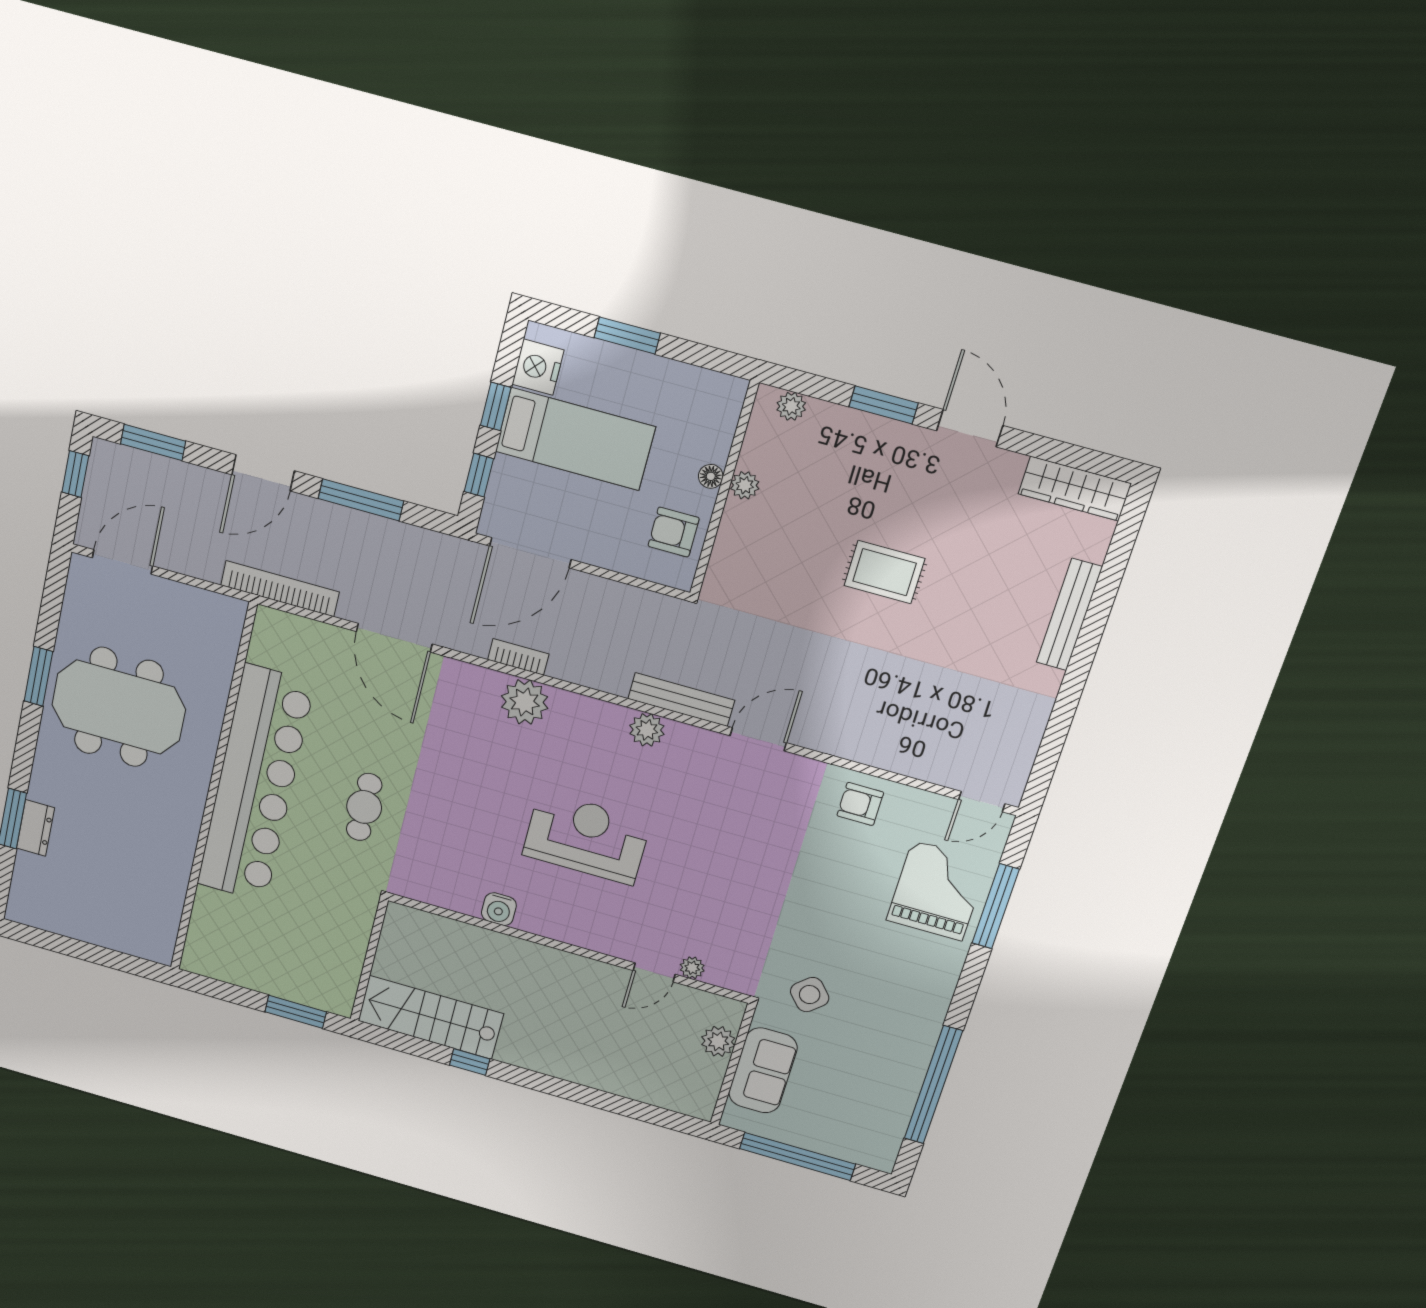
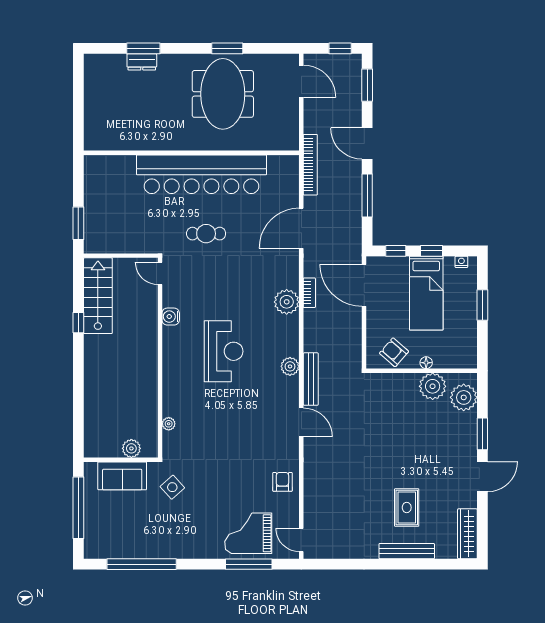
nightstand: (538, 367) -> (461, 262), width x0.53, depth x0.56
plant: (791, 406) -> (464, 397), width x1.88, depth x1.88
plant: (745, 485) -> (433, 386), width x1.88, depth x1.88
armchair: (674, 532) -> (394, 352), turned -49
rug: (885, 572) -> (407, 508), moved
grand piano: (937, 891) -> (248, 533), turned 180
door: (654, 972) -> (160, 273), moved

